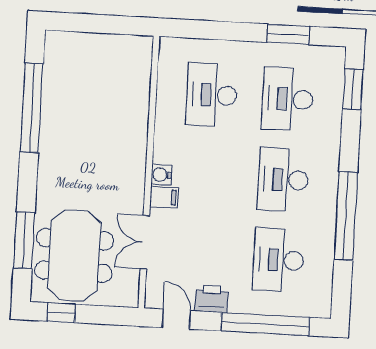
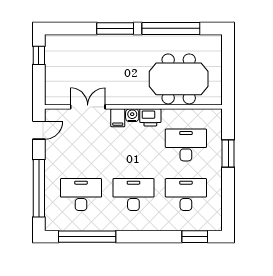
window: (288, 34) -> (228, 154), moved
window: (346, 216) -> (87, 237), moved
window: (24, 240) -> (115, 28), moved
meeting table: (74, 255) -> (179, 79), moved
printer: (211, 299) -> (150, 117), moved, turned 90

